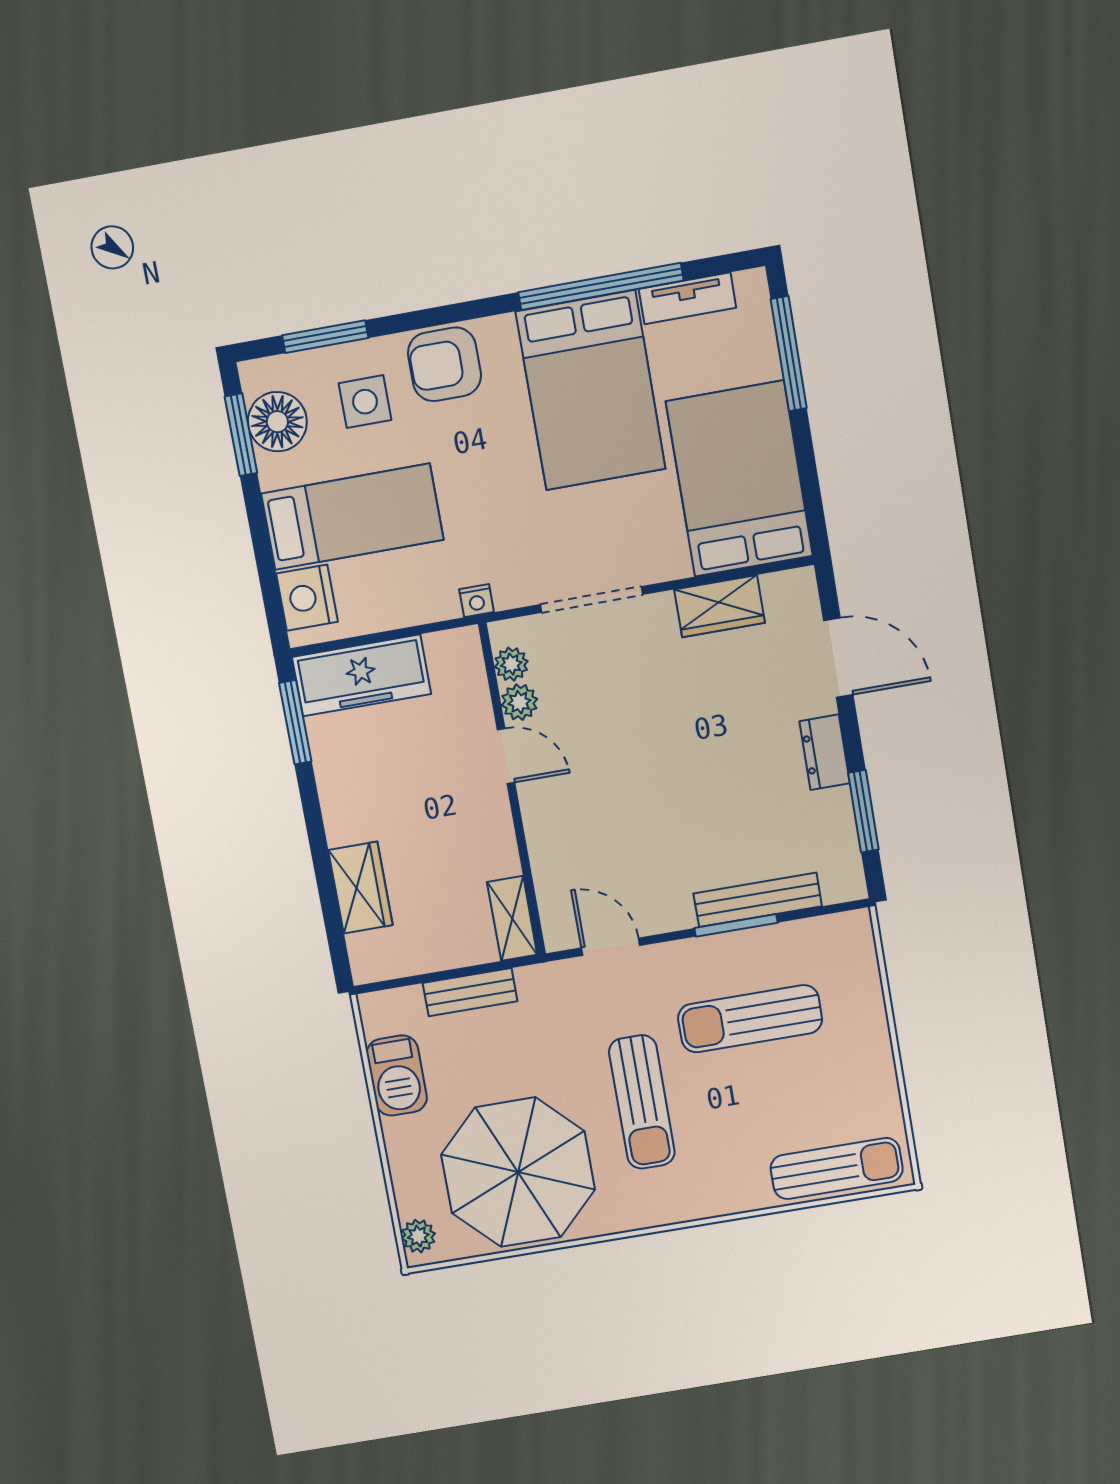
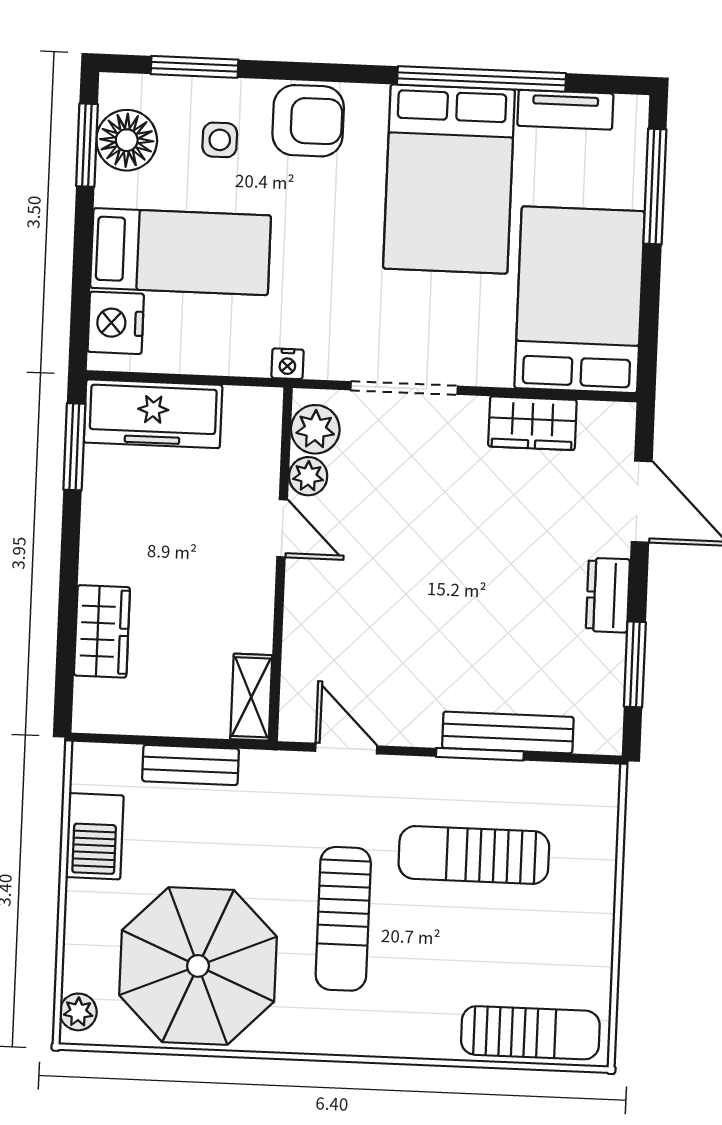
armchair: (444, 364) -> (308, 121), turned 180
side table: (365, 402) -> (220, 140), width x0.73, depth x0.73
plant: (511, 664) -> (315, 429), width x1.38, depth x1.38

